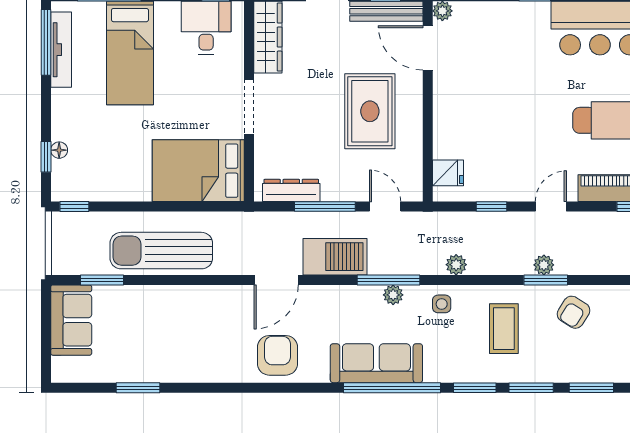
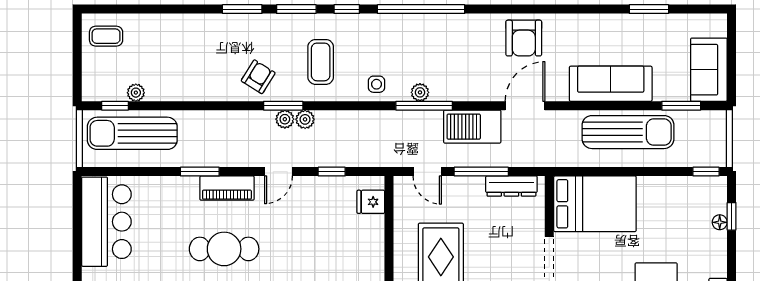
plant: (456, 265) -> (305, 119), moved
sofa: (376, 363) -> (611, 84), moved, turned 180
window: (475, 388) -> (347, 9), width x0.67

